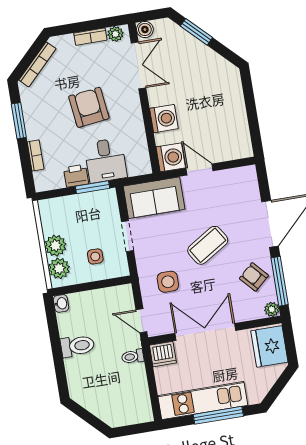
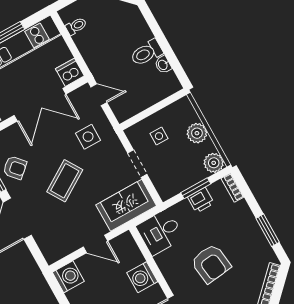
bookcase: (36, 155) -> (232, 188), moved
washing machine: (171, 157) -> (68, 277), moved, turned 180
desk: (106, 160) -> (160, 232), moved, turned -90
window: (92, 187) -> (196, 188), moved
plant: (59, 268) -> (214, 163), moved
washbasin: (61, 303) -> (163, 65), moved
toilet: (133, 357) -> (76, 26), moved

